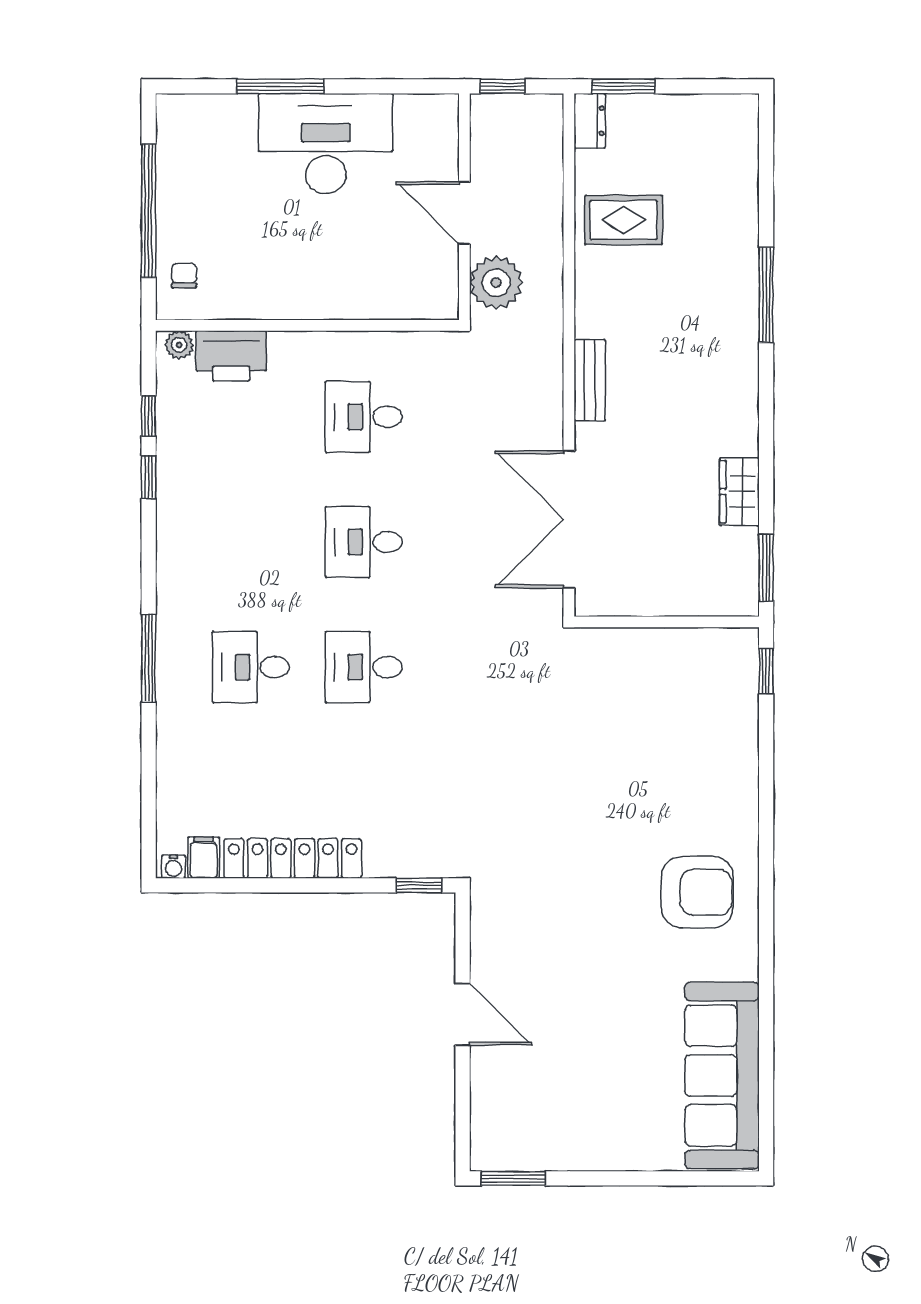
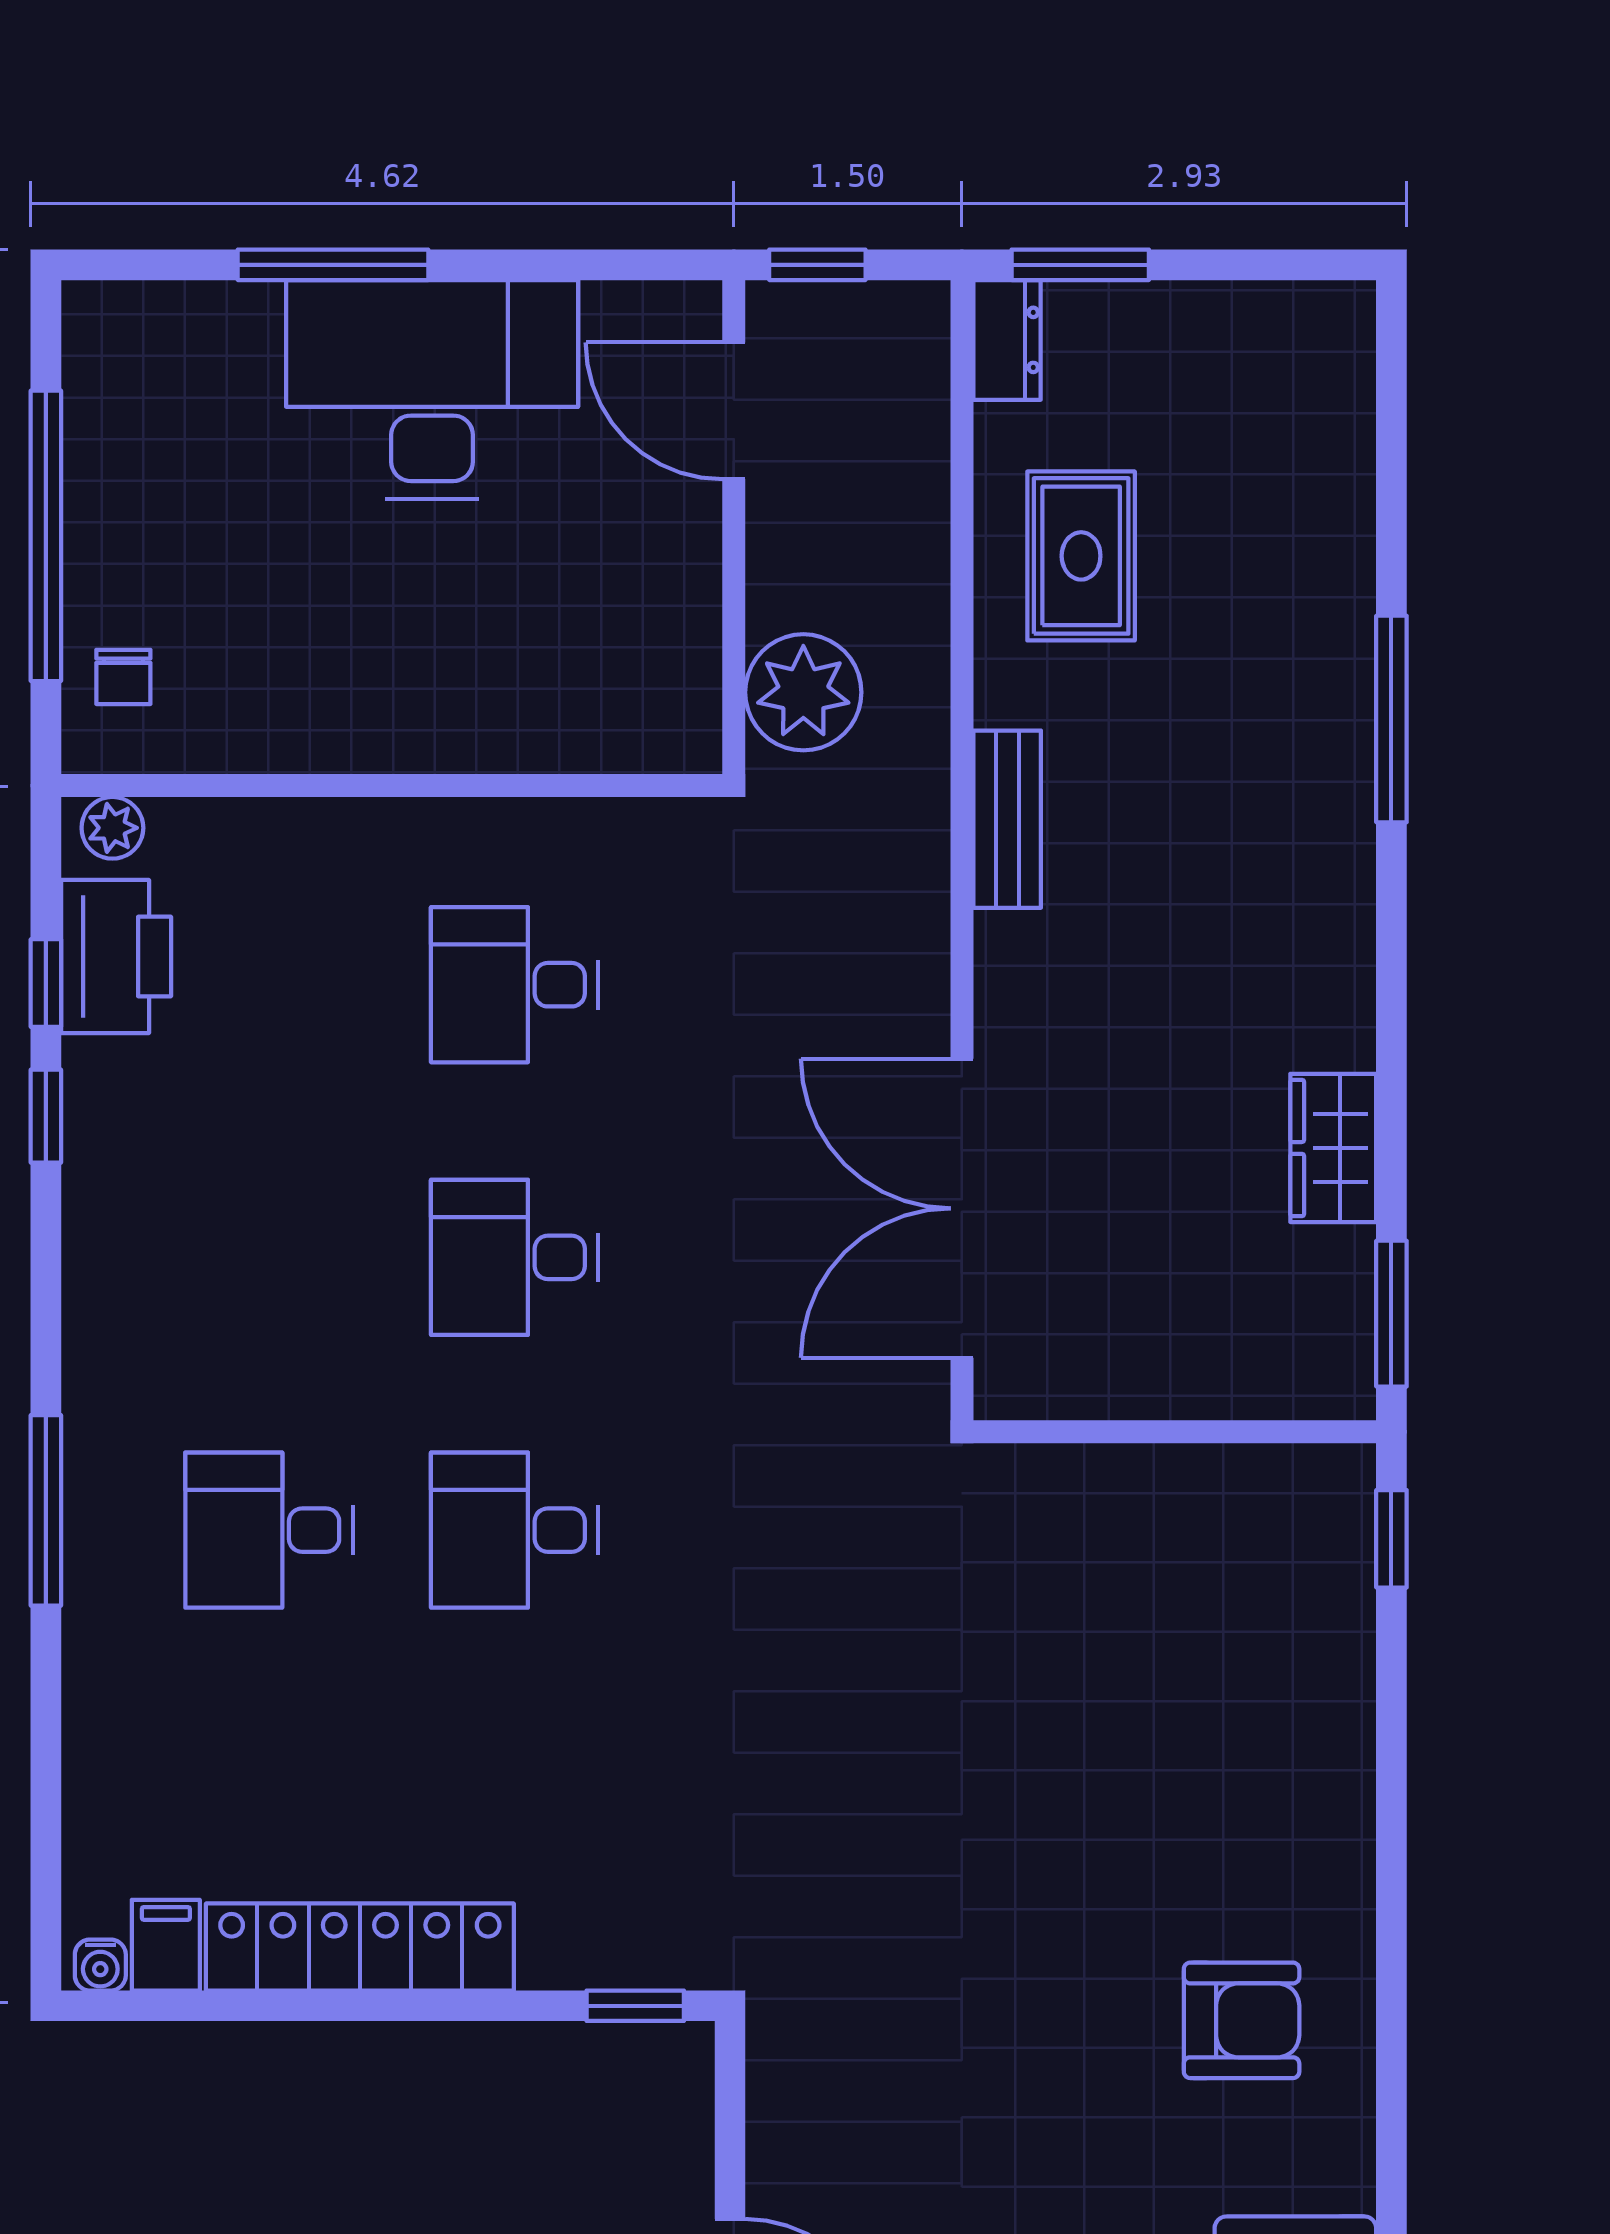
door: (464, 213) -> (734, 411), moved
rug: (624, 220) -> (1081, 556), turned 90
chair: (184, 276) -> (123, 677), turned 180
printer: (231, 356) -> (116, 956), moved, turned -90
bench: (590, 380) -> (1007, 819), moved
armchair: (697, 892) -> (1242, 2020), width x0.73, depth x0.73

